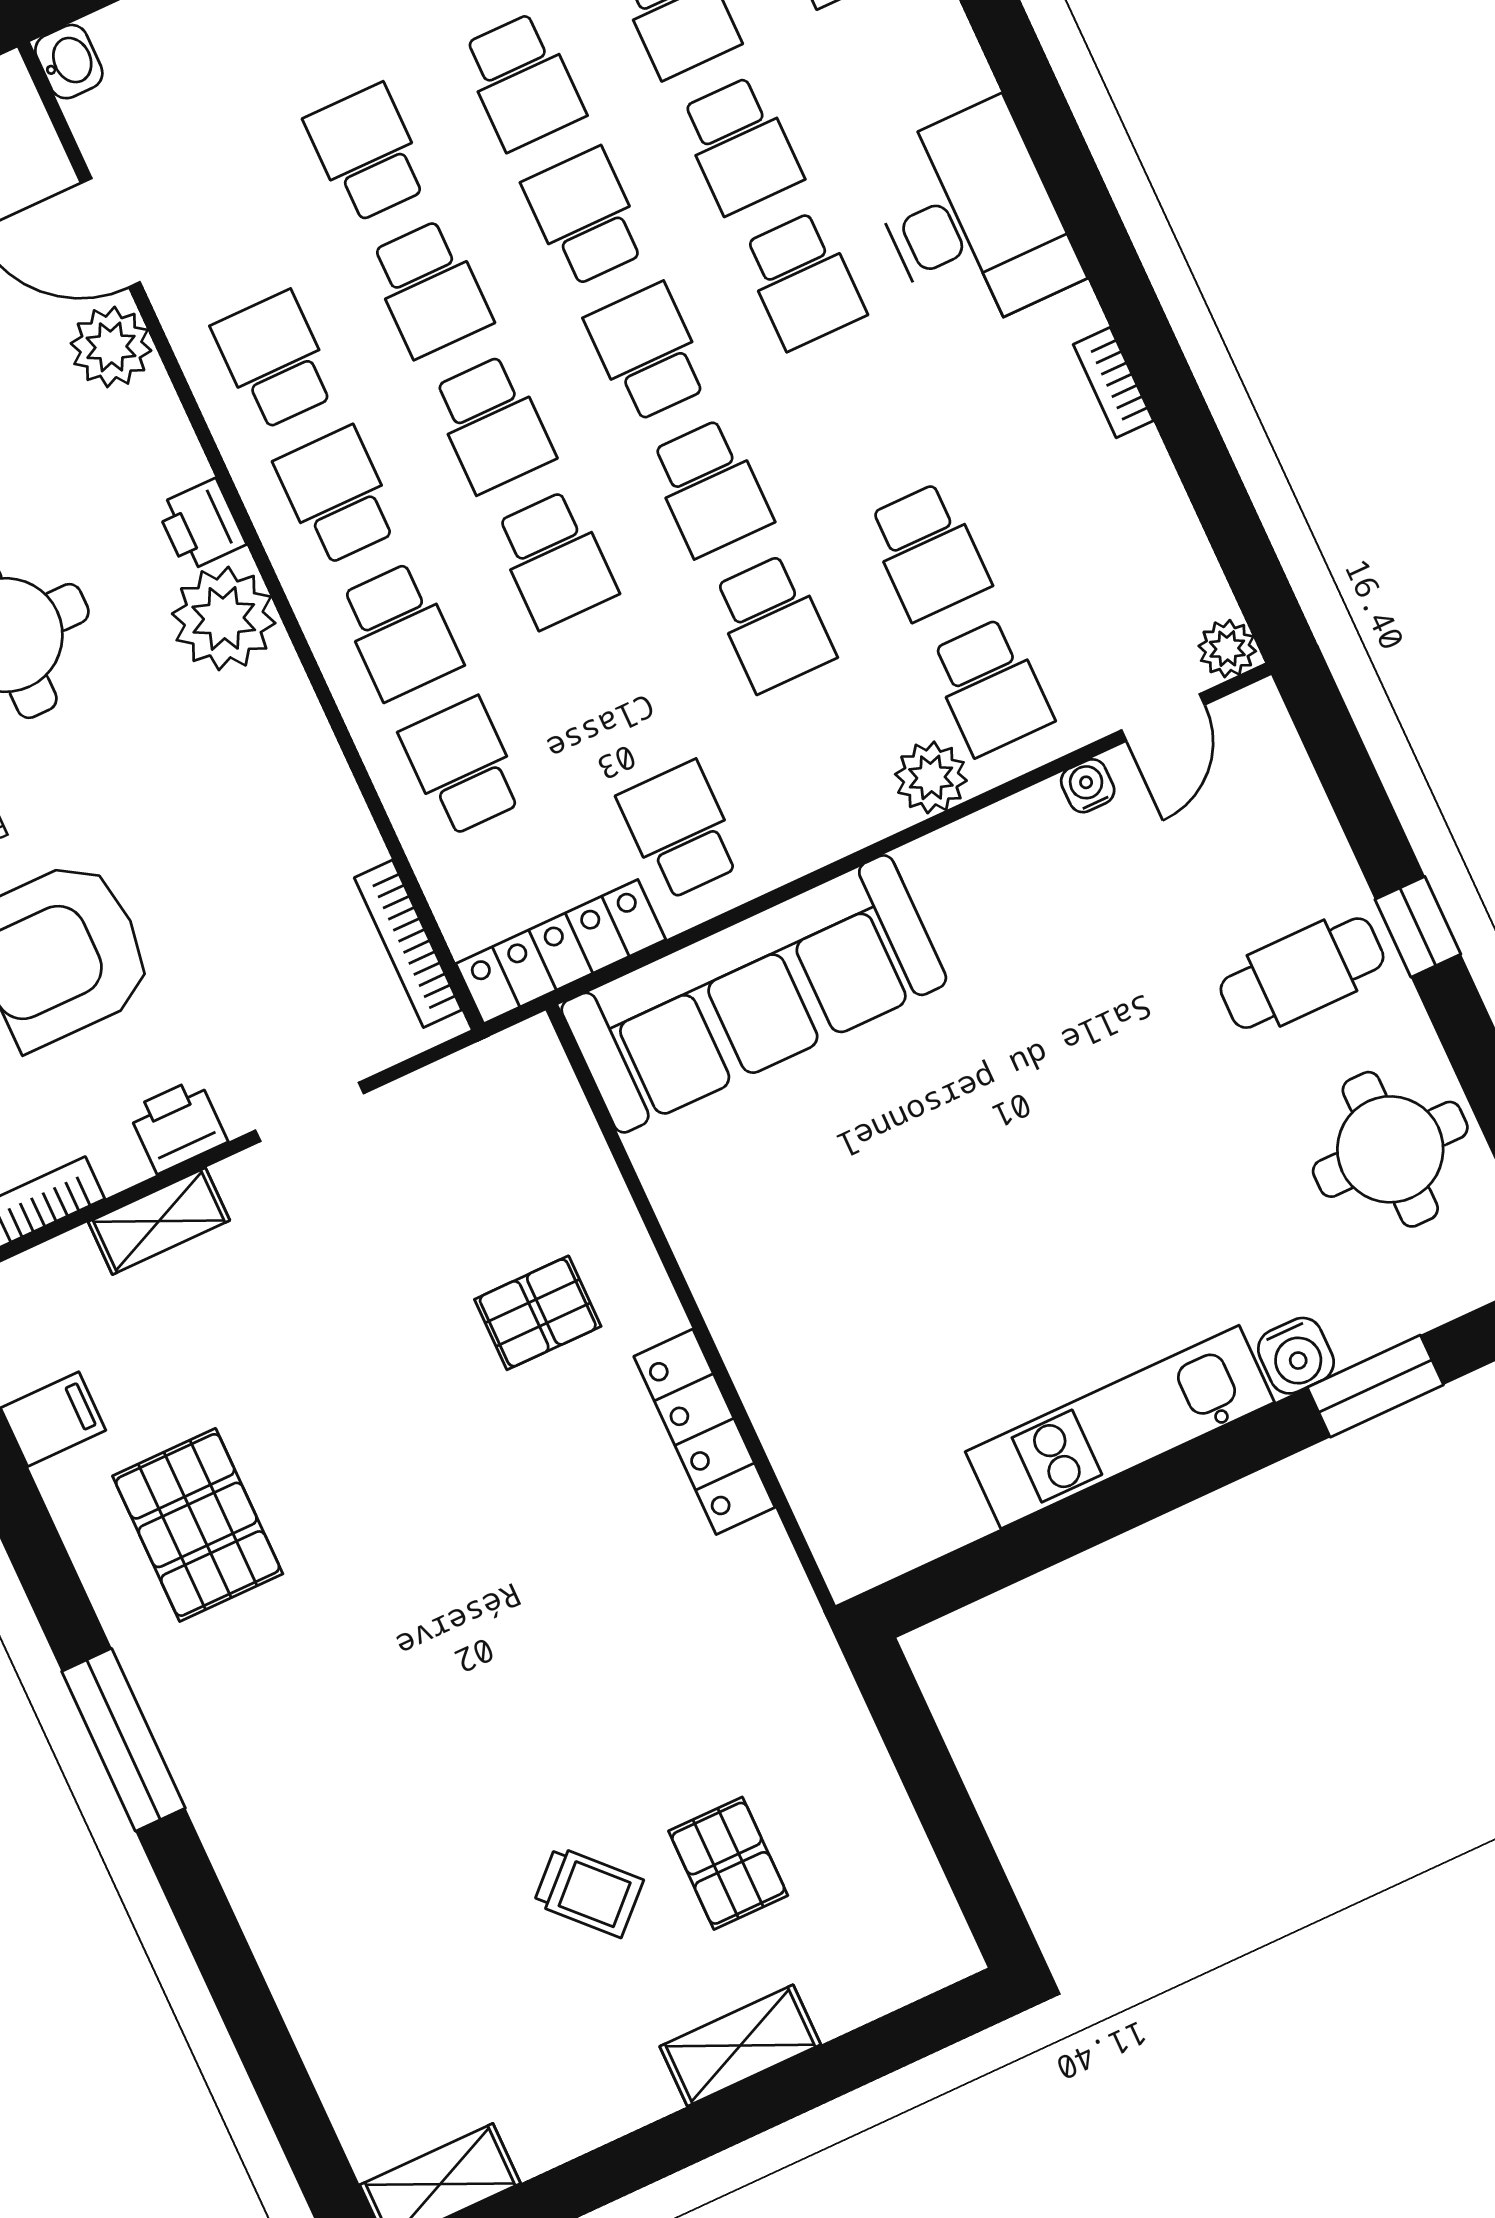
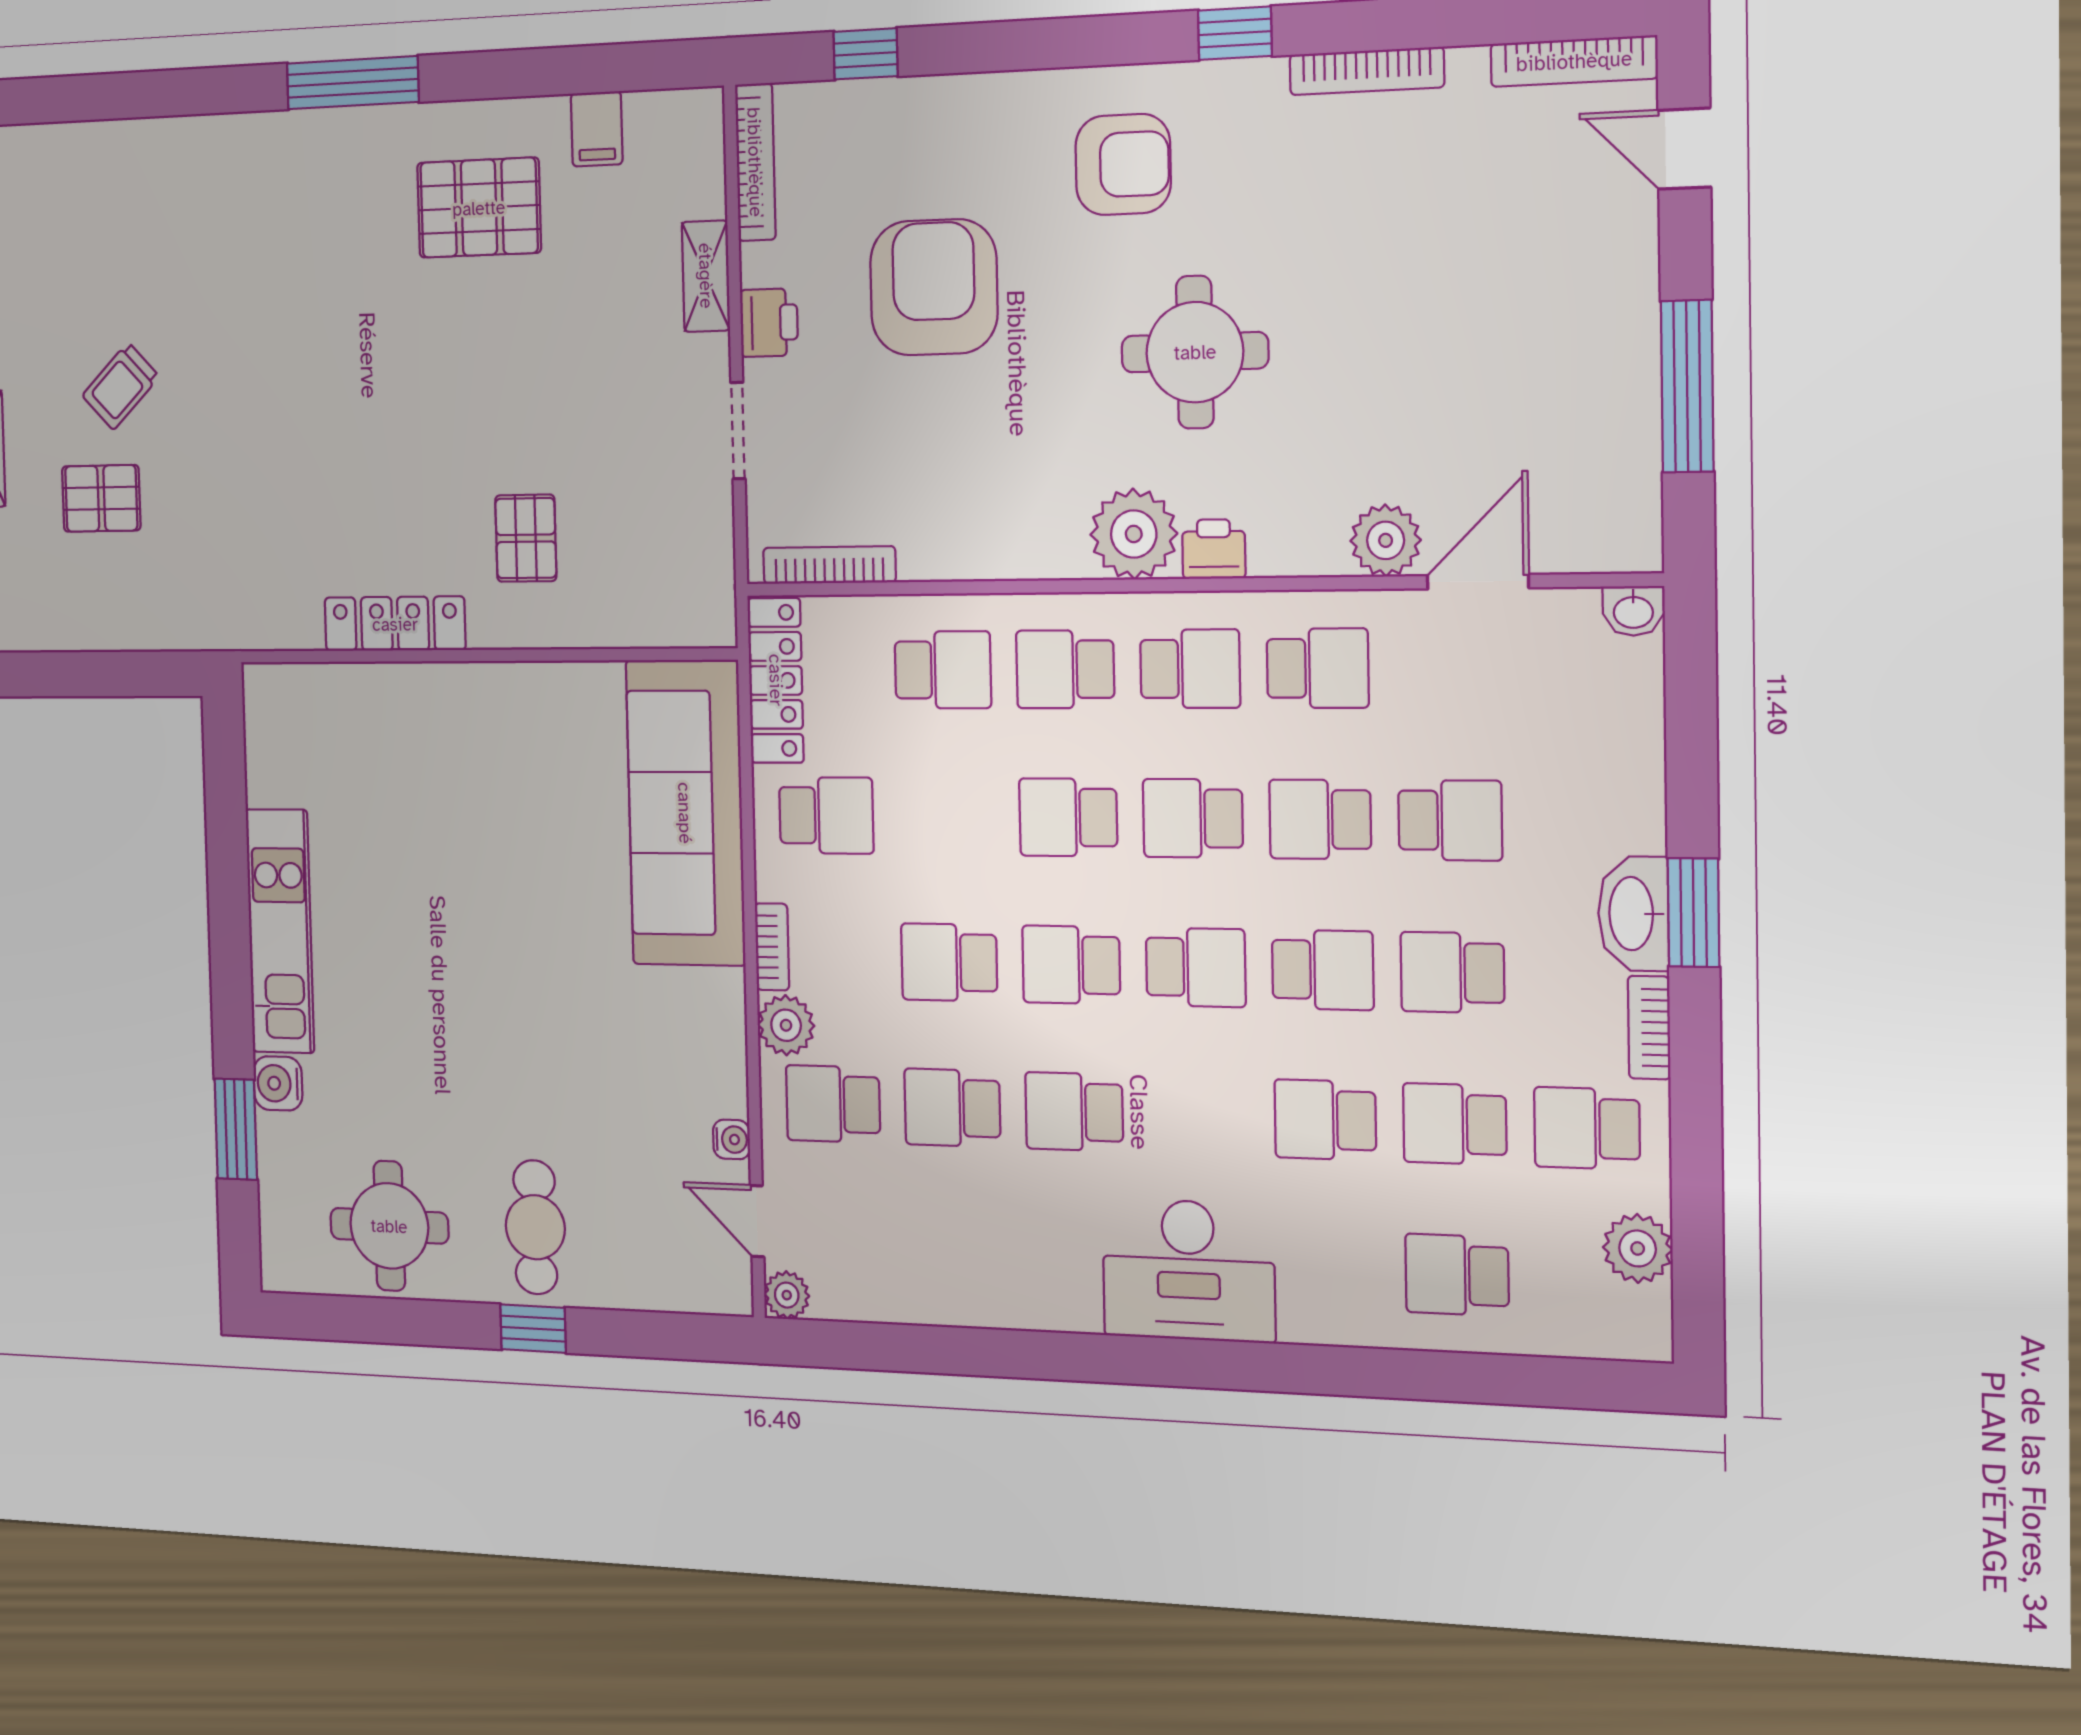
school desk: (803, 281) -> (1074, 1112), moved
bookcase: (1113, 383) -> (772, 947), moved, turned 90

